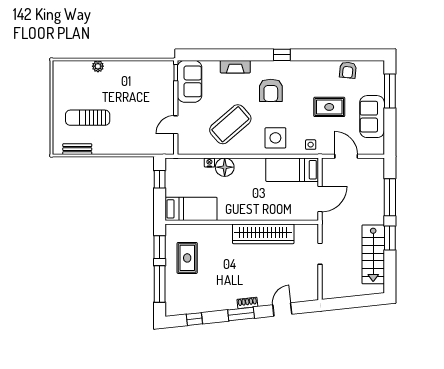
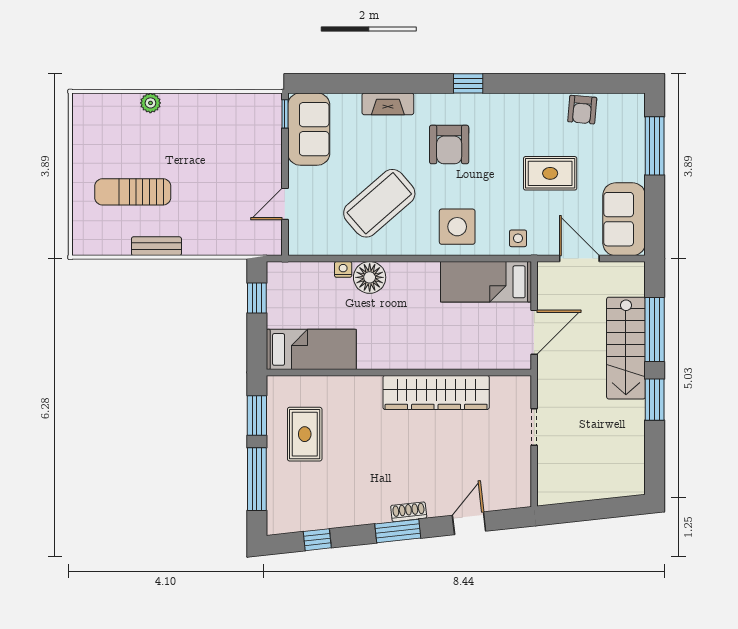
sofa: (372, 117) -> (624, 219), moved
bench: (77, 149) -> (156, 246), moved
stairs: (373, 254) -> (626, 348), moved

